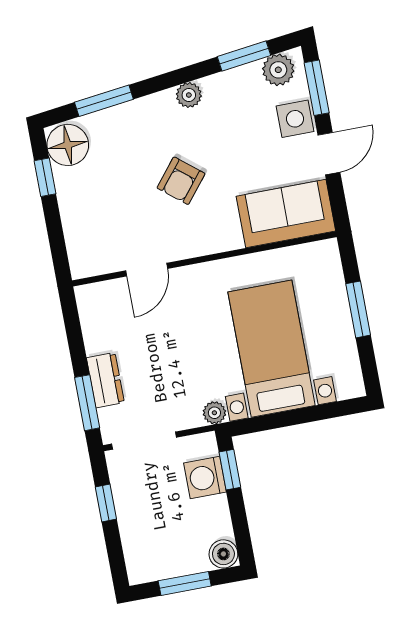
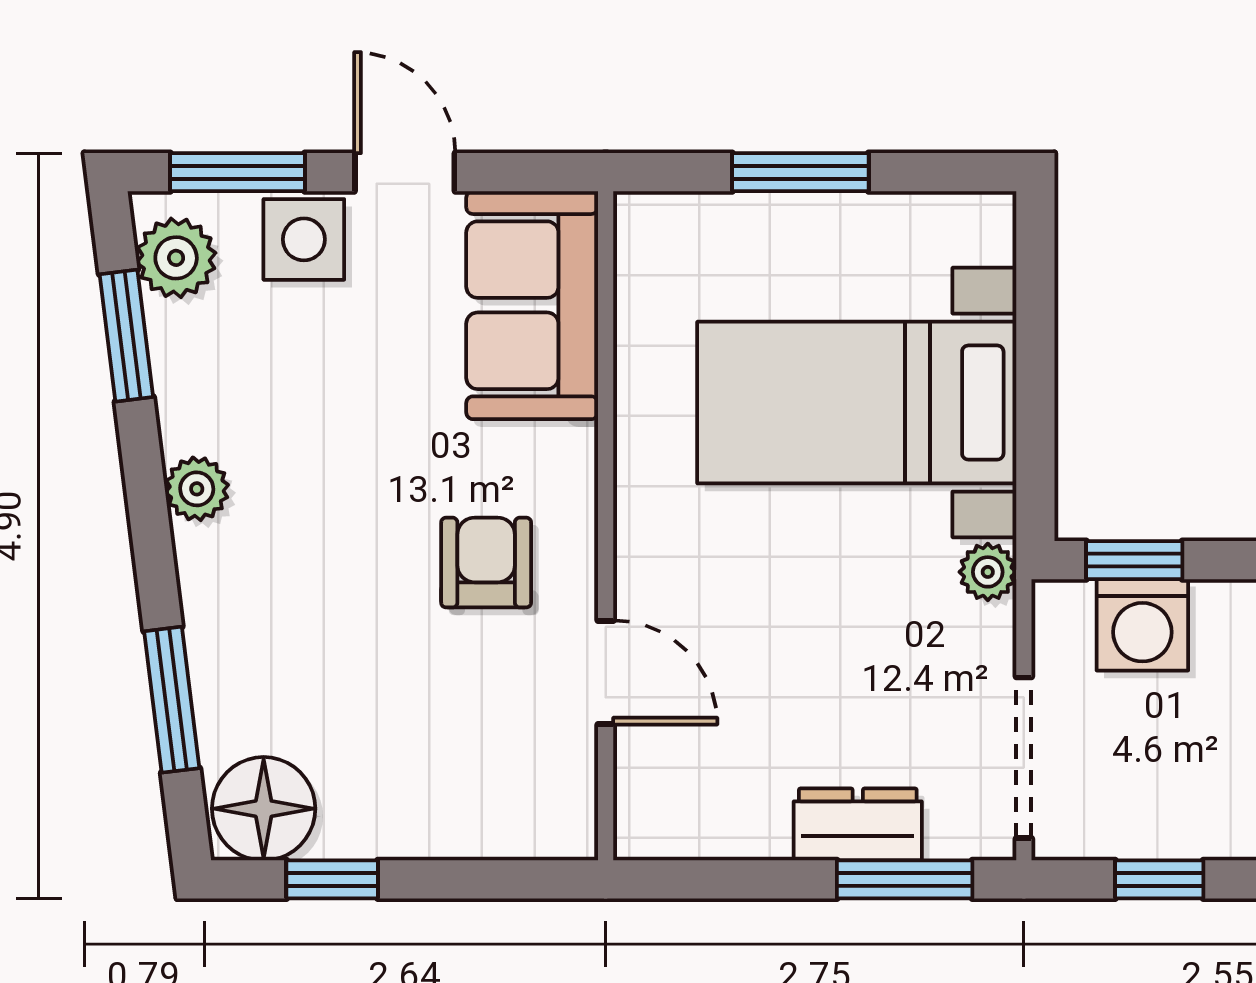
armchair: (181, 181) -> (486, 563), moved, turned -129

